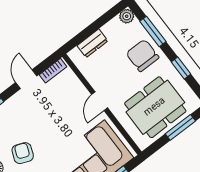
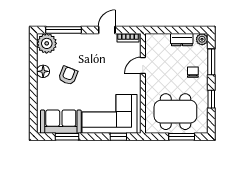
dresser: (92, 43) -> (182, 40), moved
chair: (142, 55) -> (193, 72), width x0.54, depth x0.54
door: (100, 101) -> (143, 65), moved

